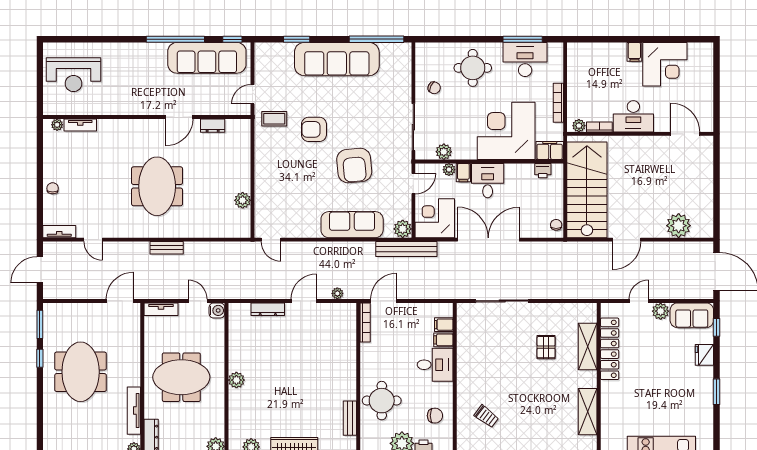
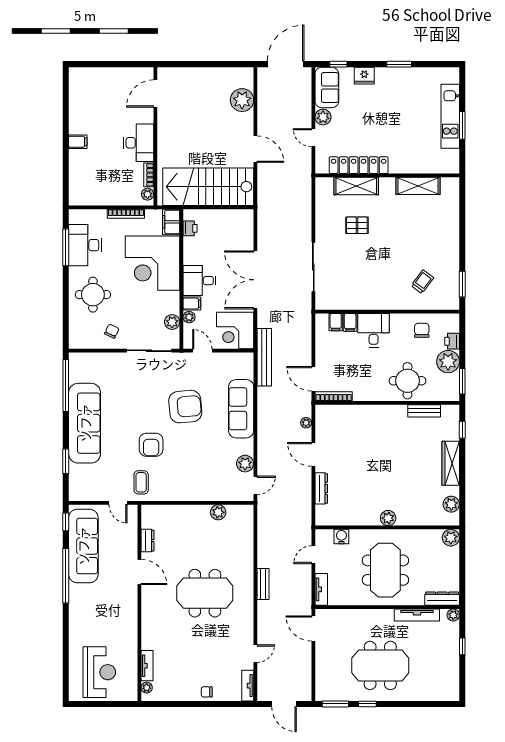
corner desk: (665, 64) -> (89, 113), removed
chair: (556, 225) -> (241, 216), removed
plant: (403, 229) -> (245, 464), moved
water cooler: (217, 310) -> (341, 536), moved

